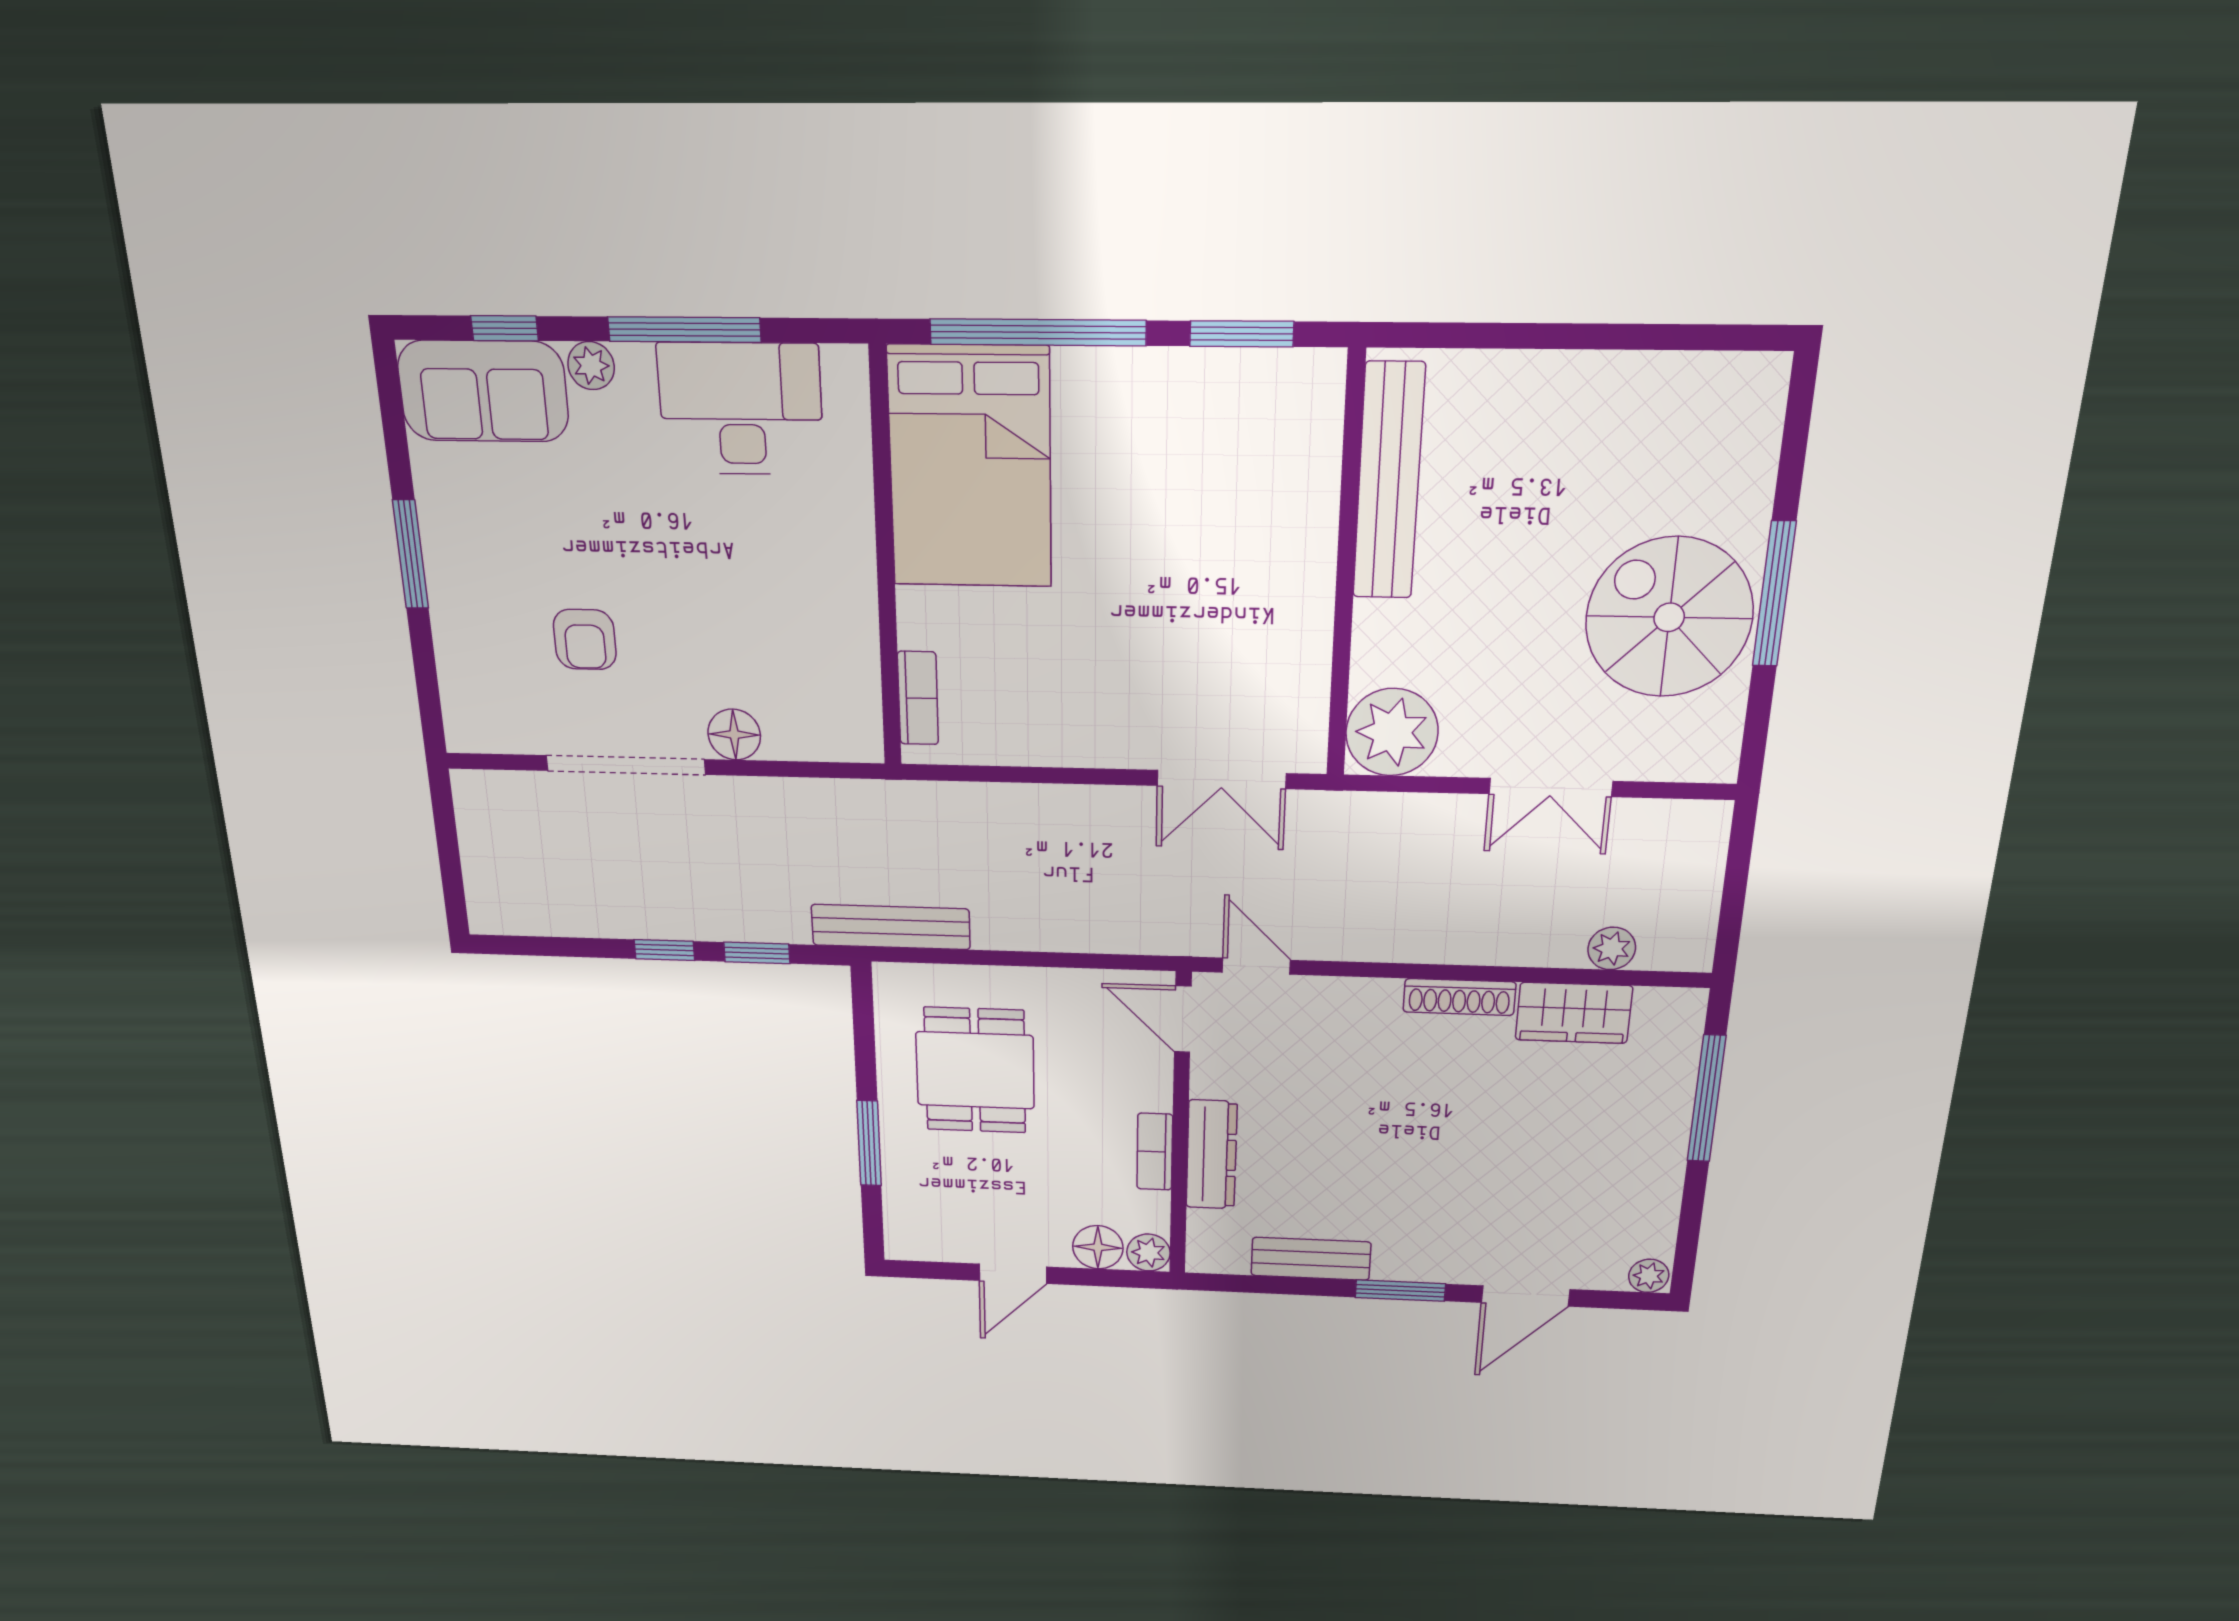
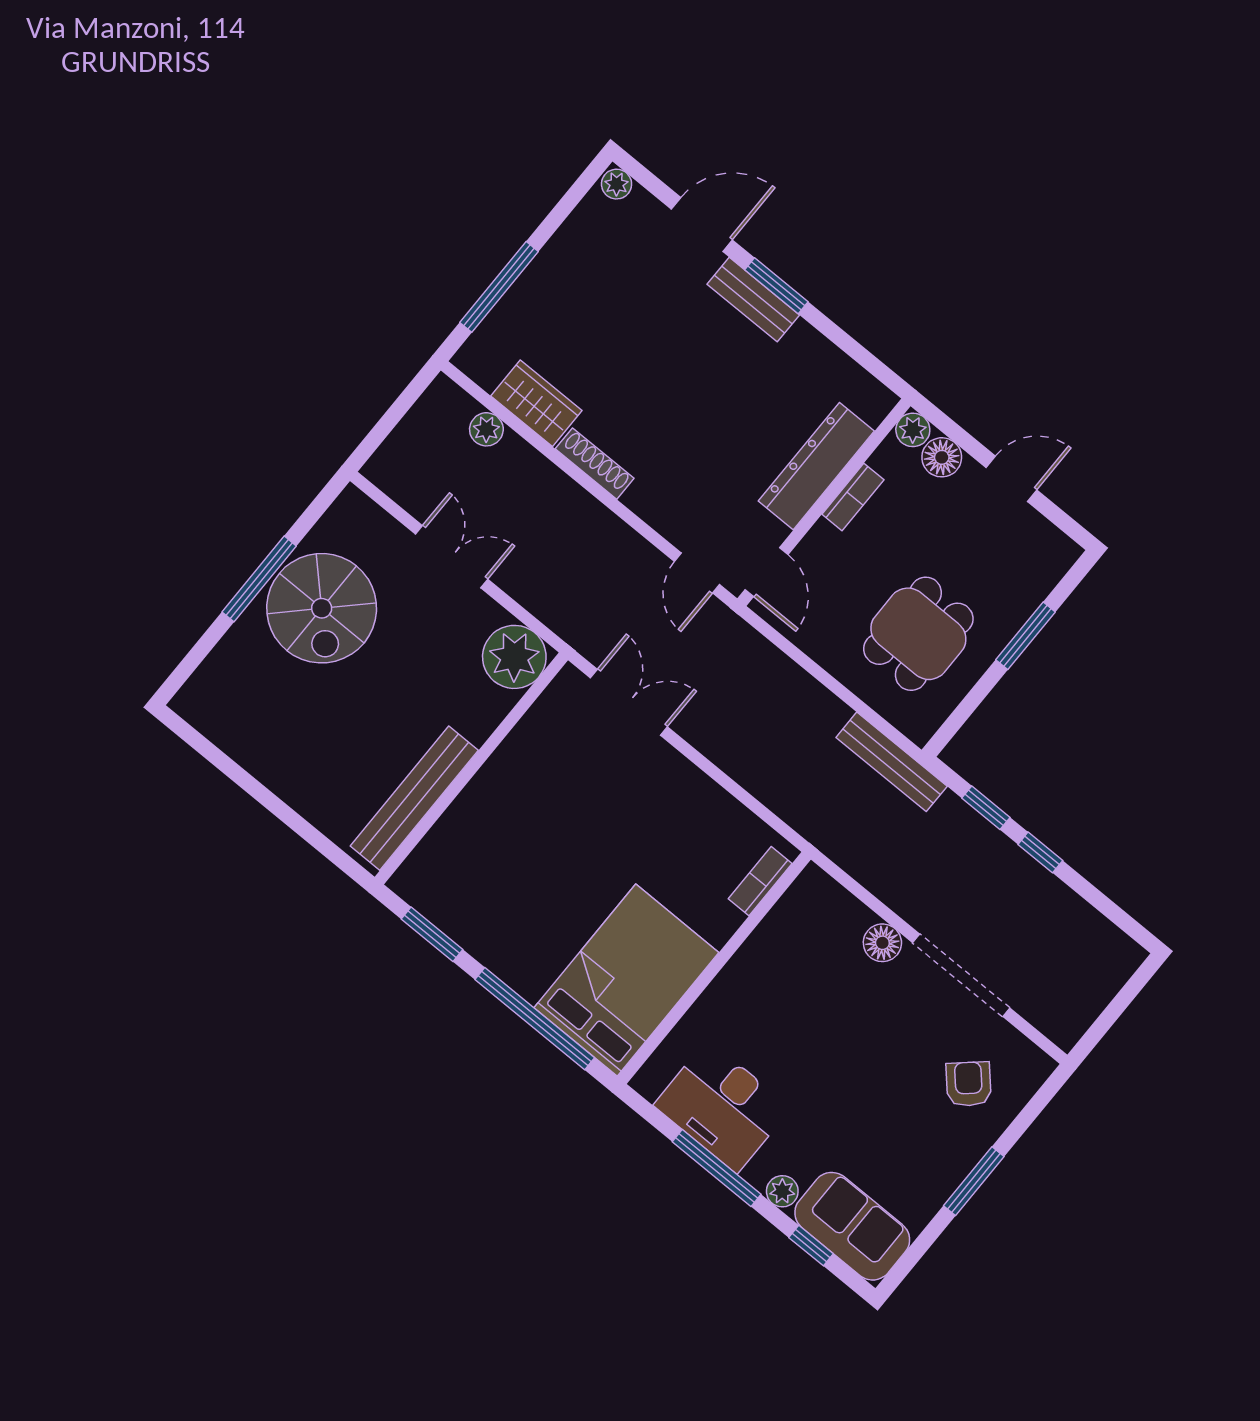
armchair: (585, 639) -> (969, 1084), moved, turned -42
dresser: (1212, 1155) -> (816, 466), width x1.37, depth x1.24
bench: (1311, 1259) -> (753, 300), moved

